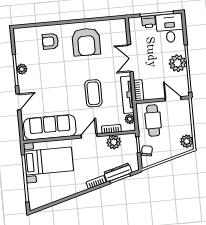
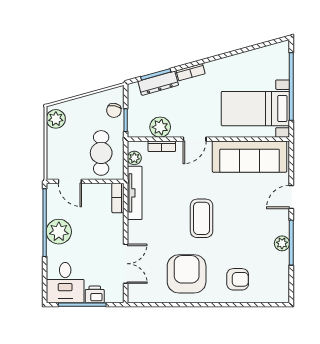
double door: (130, 58) -> (126, 264), moved
coffee table: (93, 93) -> (202, 218), moved

